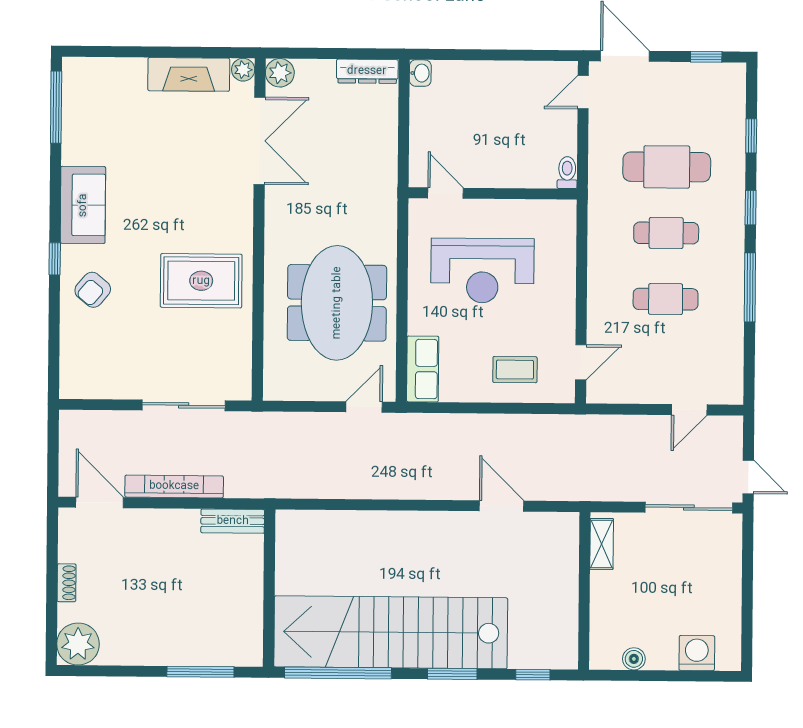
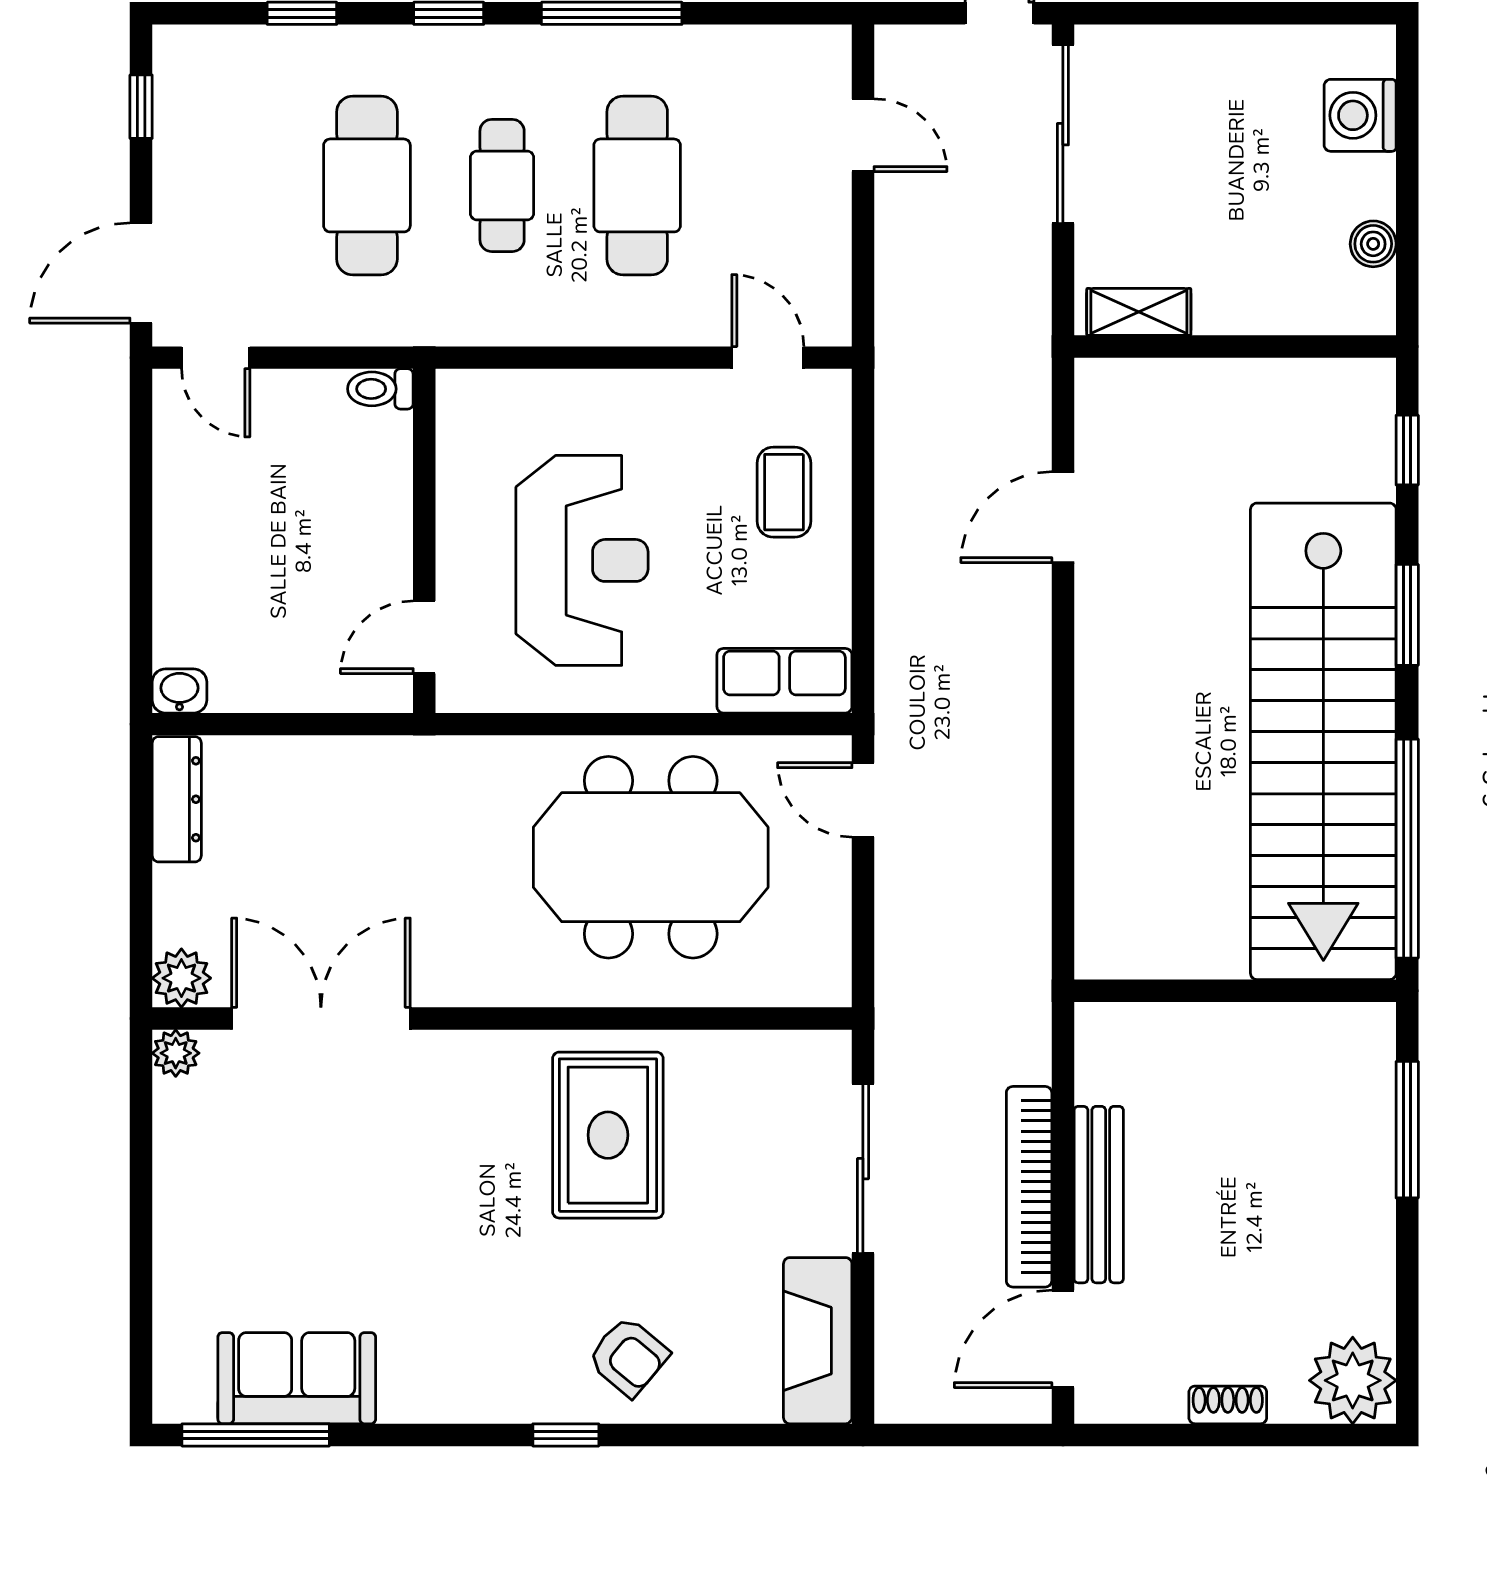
fireplace: (189, 74) -> (818, 1341), moved, turned 180
sofa: (83, 205) -> (297, 1378), moved
cafe table: (666, 299) -> (637, 185), width x1.37, depth x1.35
bench: (233, 521) -> (1099, 1195), moved, width x1.36

